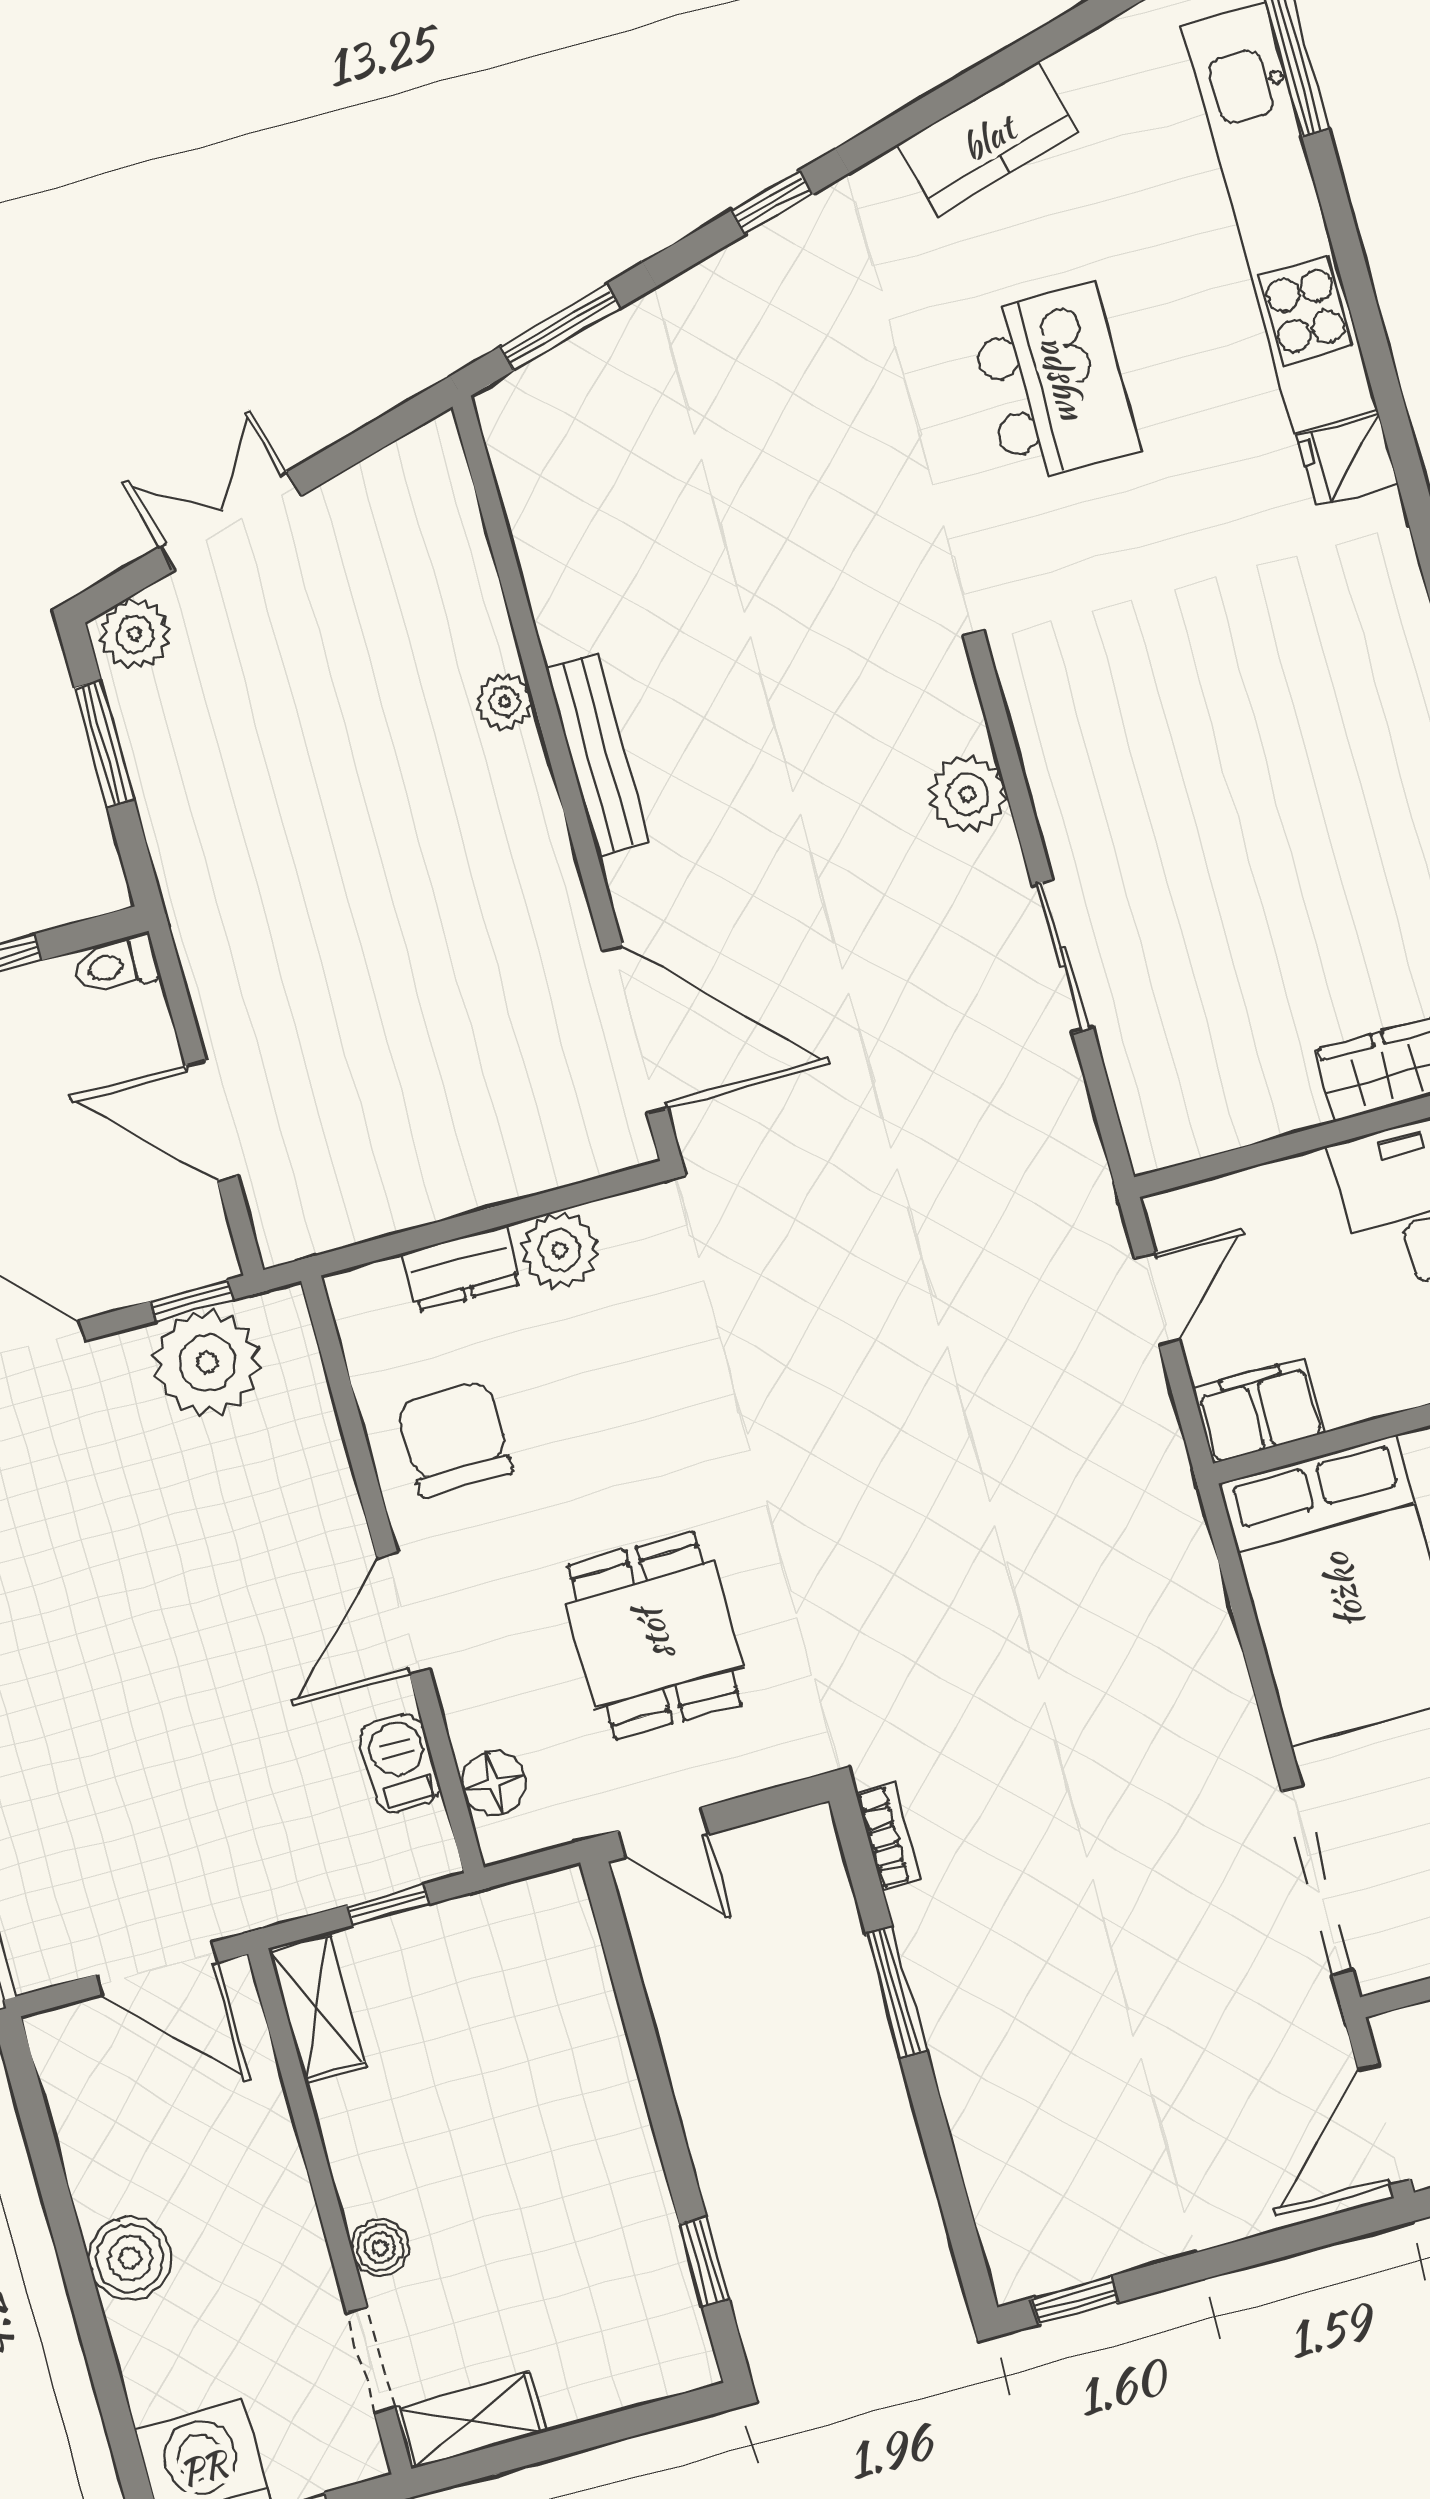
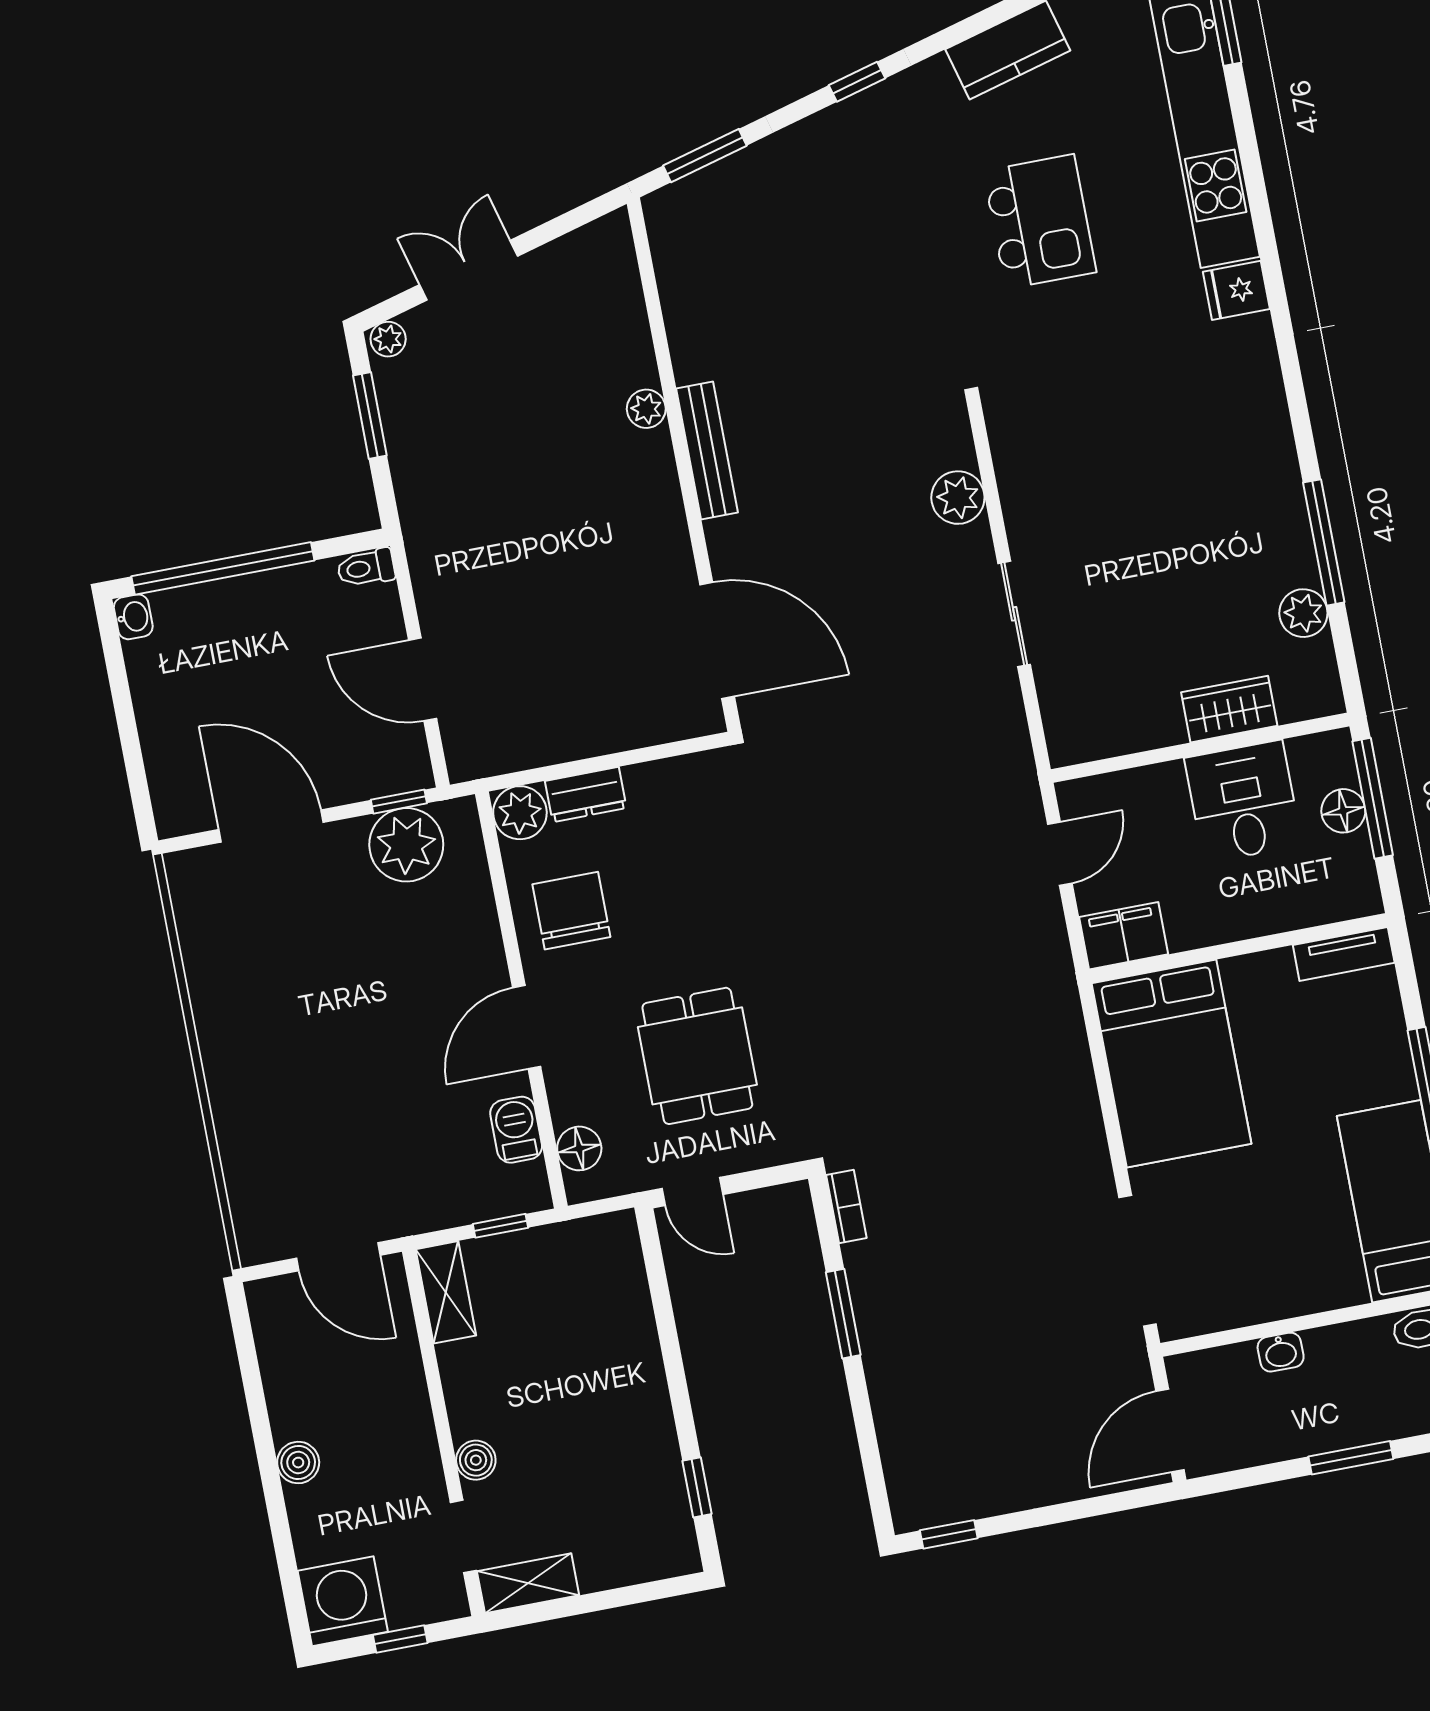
plant: (135, 634) -> (388, 339), width x0.73, depth x0.73
plant: (559, 1250) -> (520, 813), moved
boiler: (130, 2258) -> (298, 1463), width x0.73, depth x0.73

